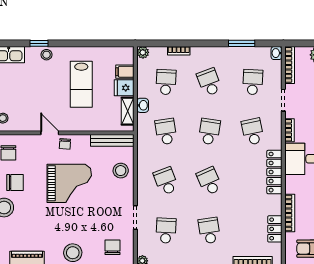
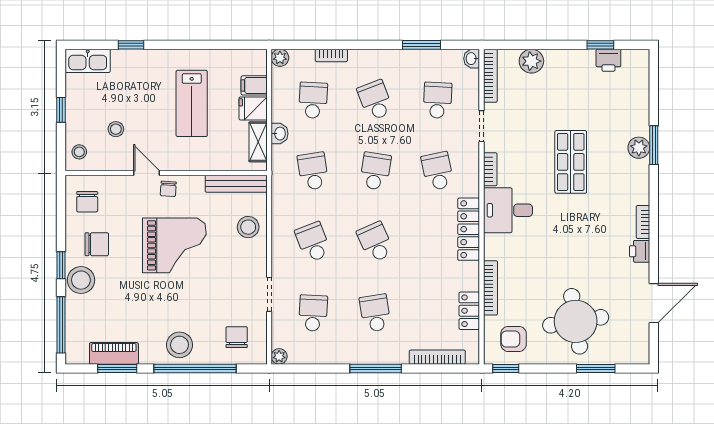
stool: (47, 55) -> (116, 129), moved

